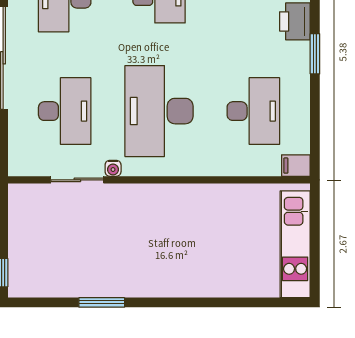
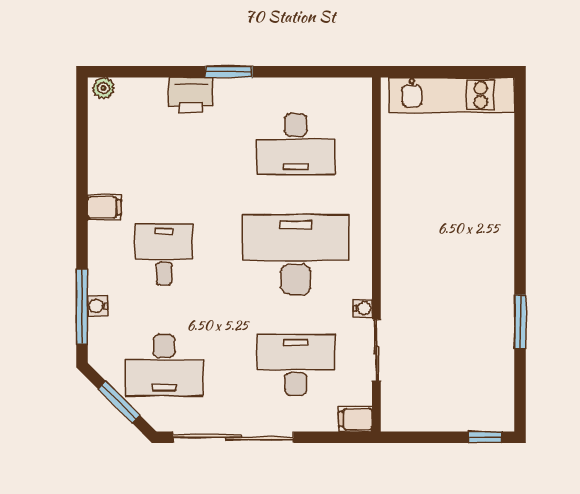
desk: (159, 111) -> (296, 254), turned 180
desk: (253, 111) -> (296, 144), turned 180
filing cabinet: (296, 166) -> (355, 419), moved, turned 90

